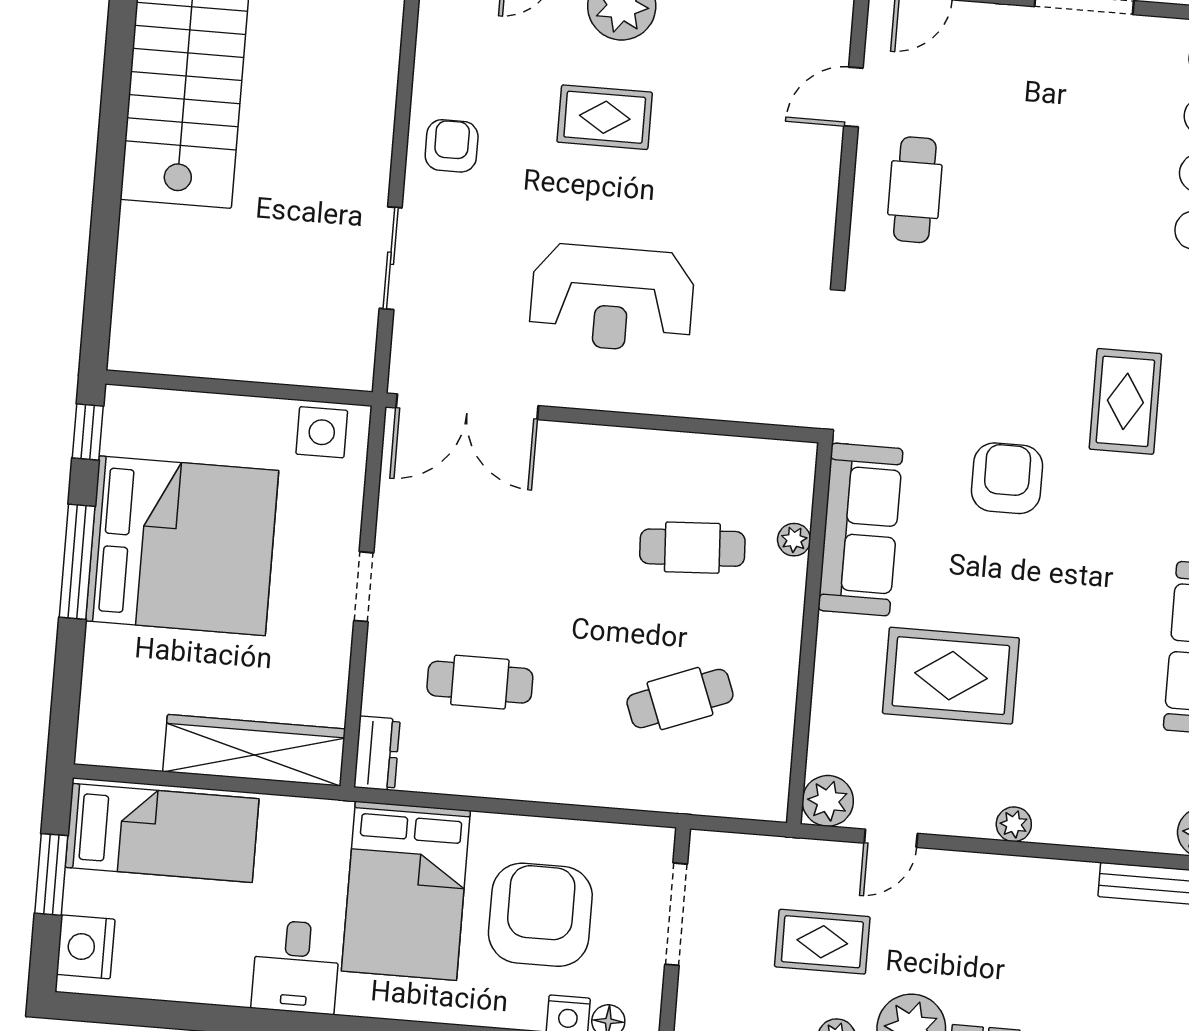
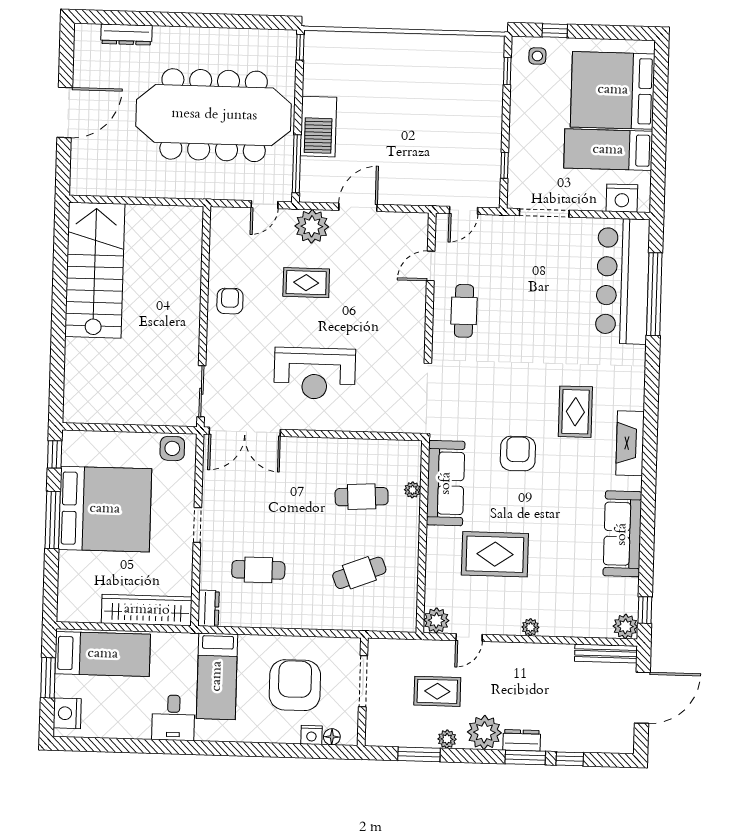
sliding door: (391, 258) -> (201, 391), moved
bed: (406, 891) -> (217, 676), width x0.67

